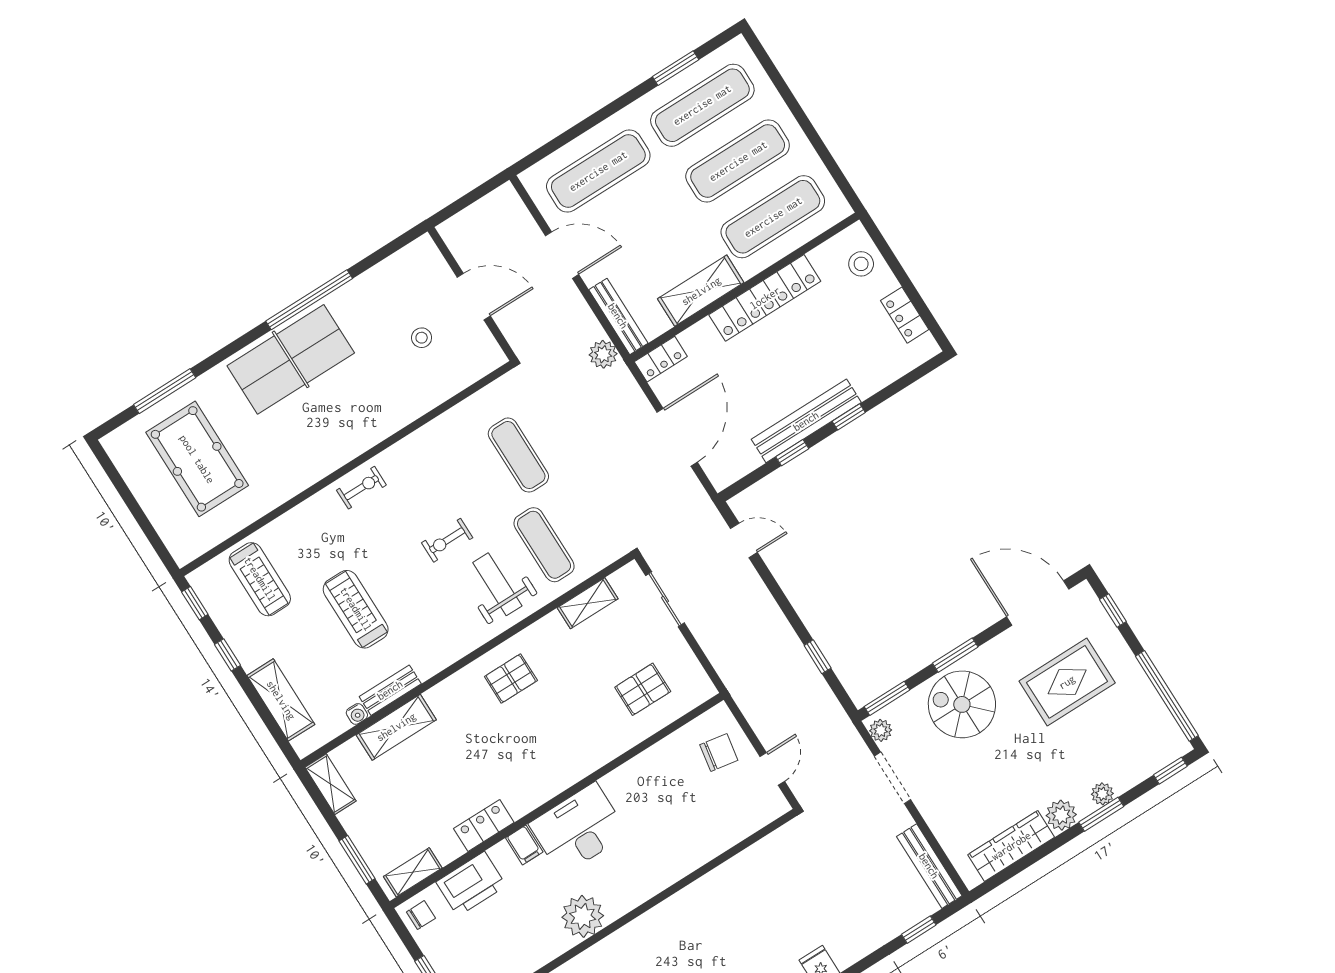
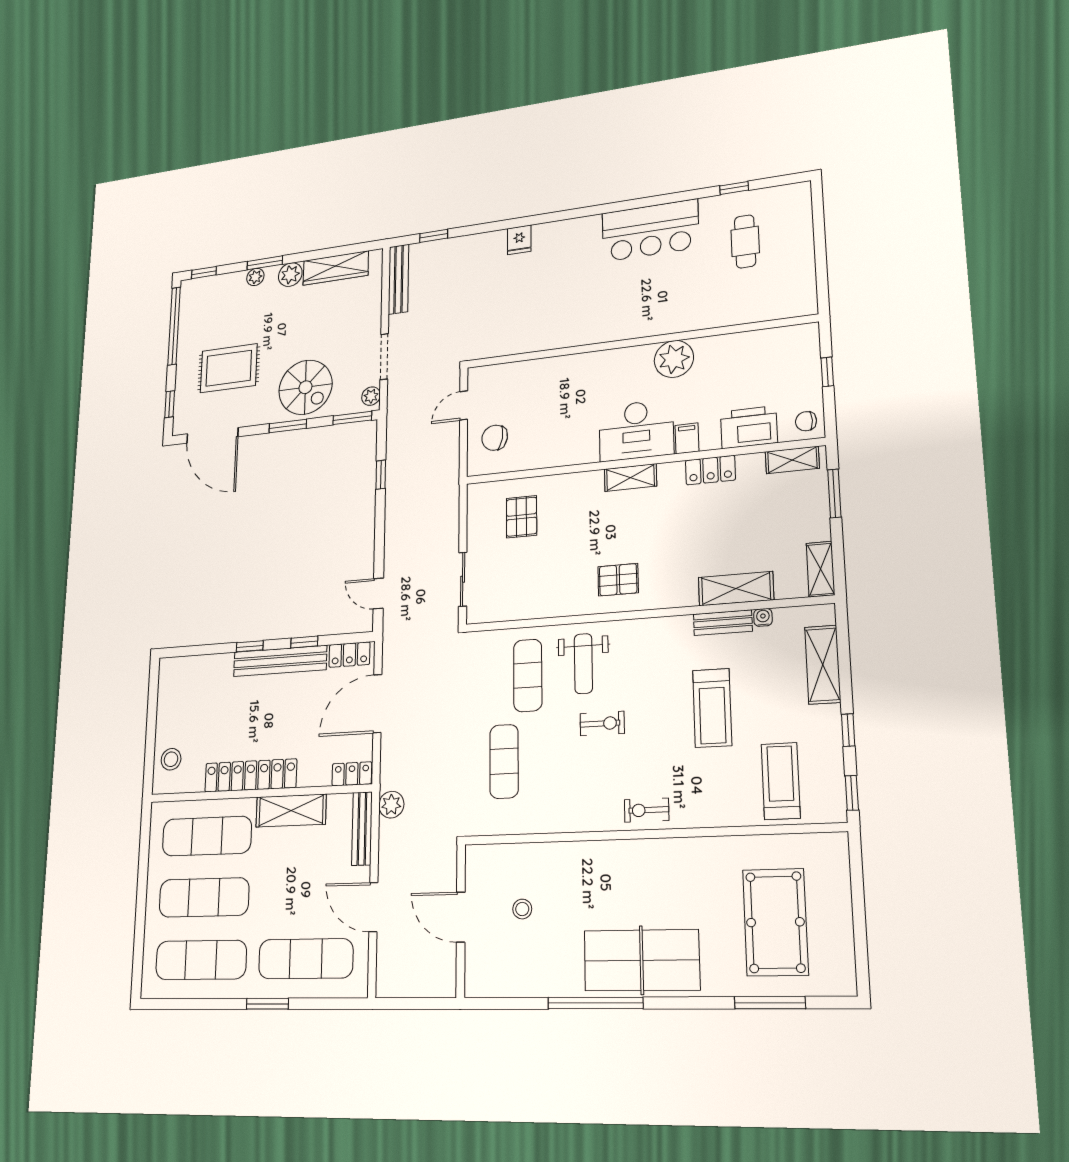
window: (676, 68) -> (267, 1004), moved
locker: (905, 315) -> (349, 655), moved, turned 90
shelving: (588, 603) -> (630, 478), moved
pallet: (643, 689) -> (521, 517), turned 90

